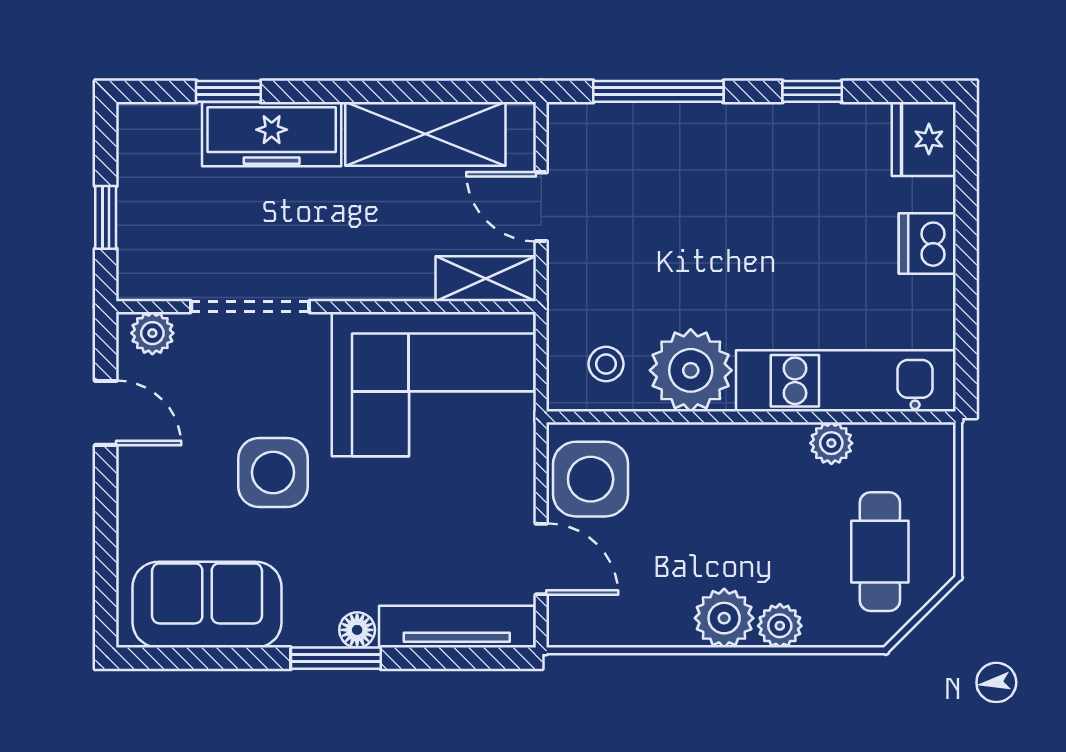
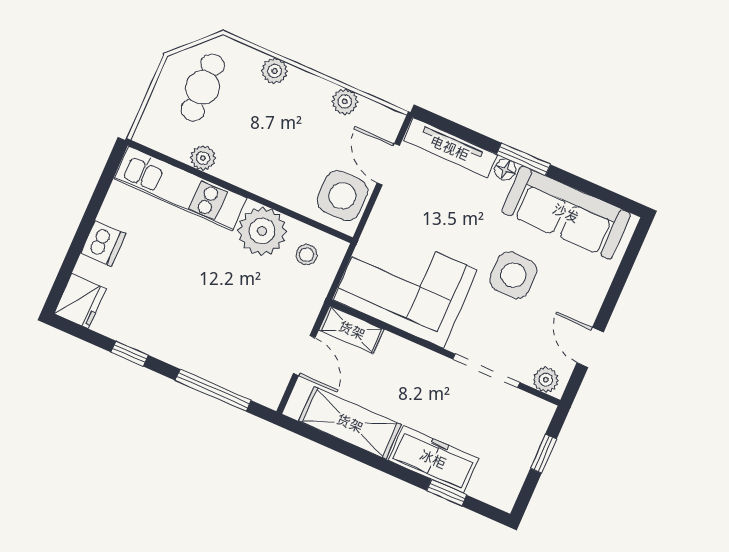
sofa: (207, 605) -> (566, 213), width x1.36
plant: (724, 618) -> (345, 102), moved, width x0.73, depth x0.73

